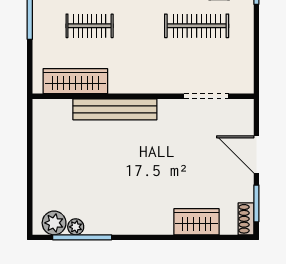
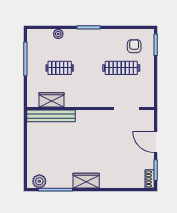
wardrobe: (75, 81) -> (52, 100), width x0.67
bench: (115, 109) -> (51, 116), moved
wardrobe: (197, 222) -> (86, 181), moved
plant: (76, 227) -> (52, 184), removed

